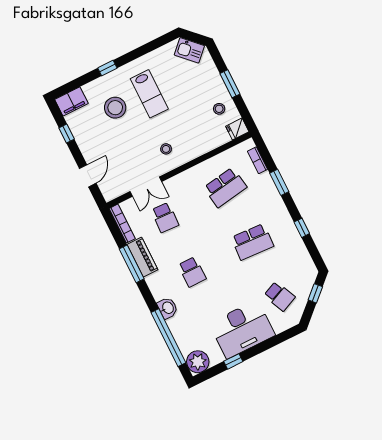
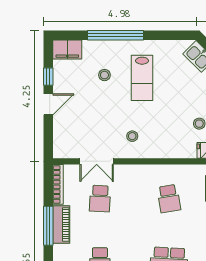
window: (107, 68) -> (115, 35), width x3.17
stool: (115, 108) -> (104, 75), width x0.53, depth x0.53
door: (88, 176) -> (48, 104), moved
school desk: (225, 187) -> (169, 199), width x0.54

